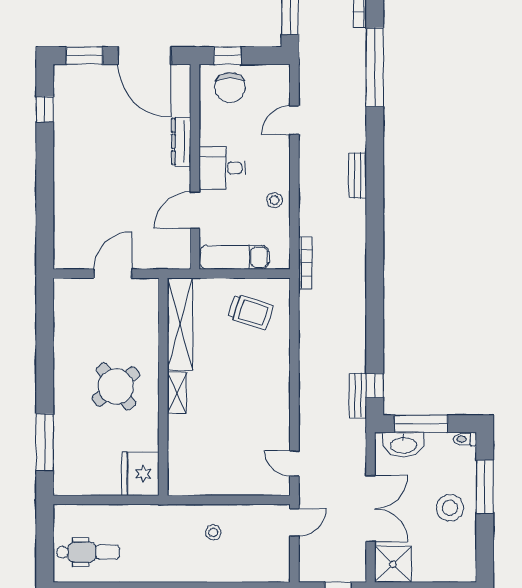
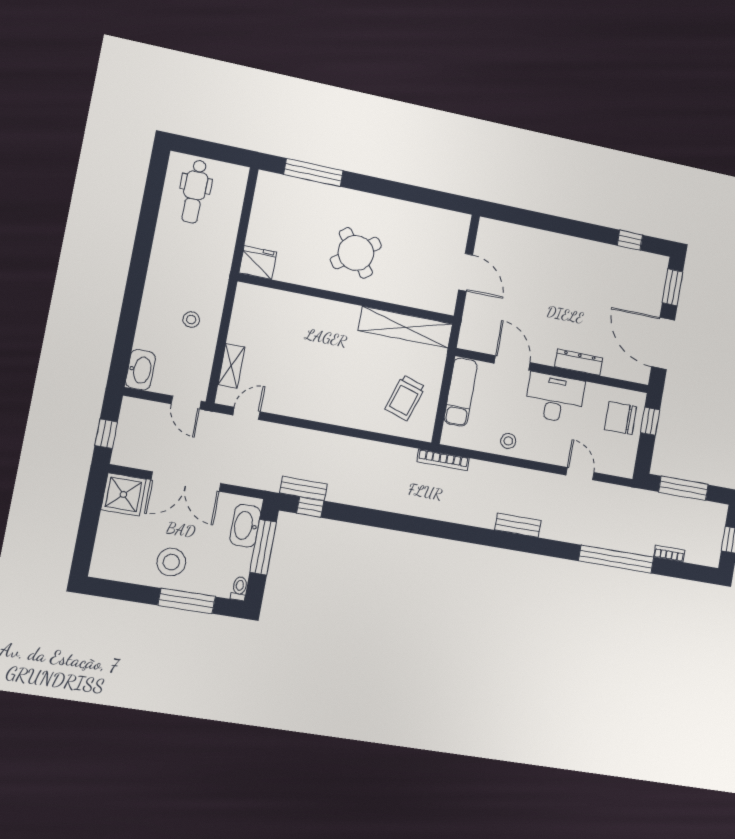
door: (144, 56) -> (663, 343), hinge flipped
desk: (222, 168) -> (555, 398), width x1.37
shelving: (177, 393) -> (231, 366), moved, turned 90
fridge: (140, 474) -> (258, 263), width x0.73, depth x0.75
washbasin: (271, 571) -> (140, 370), added

